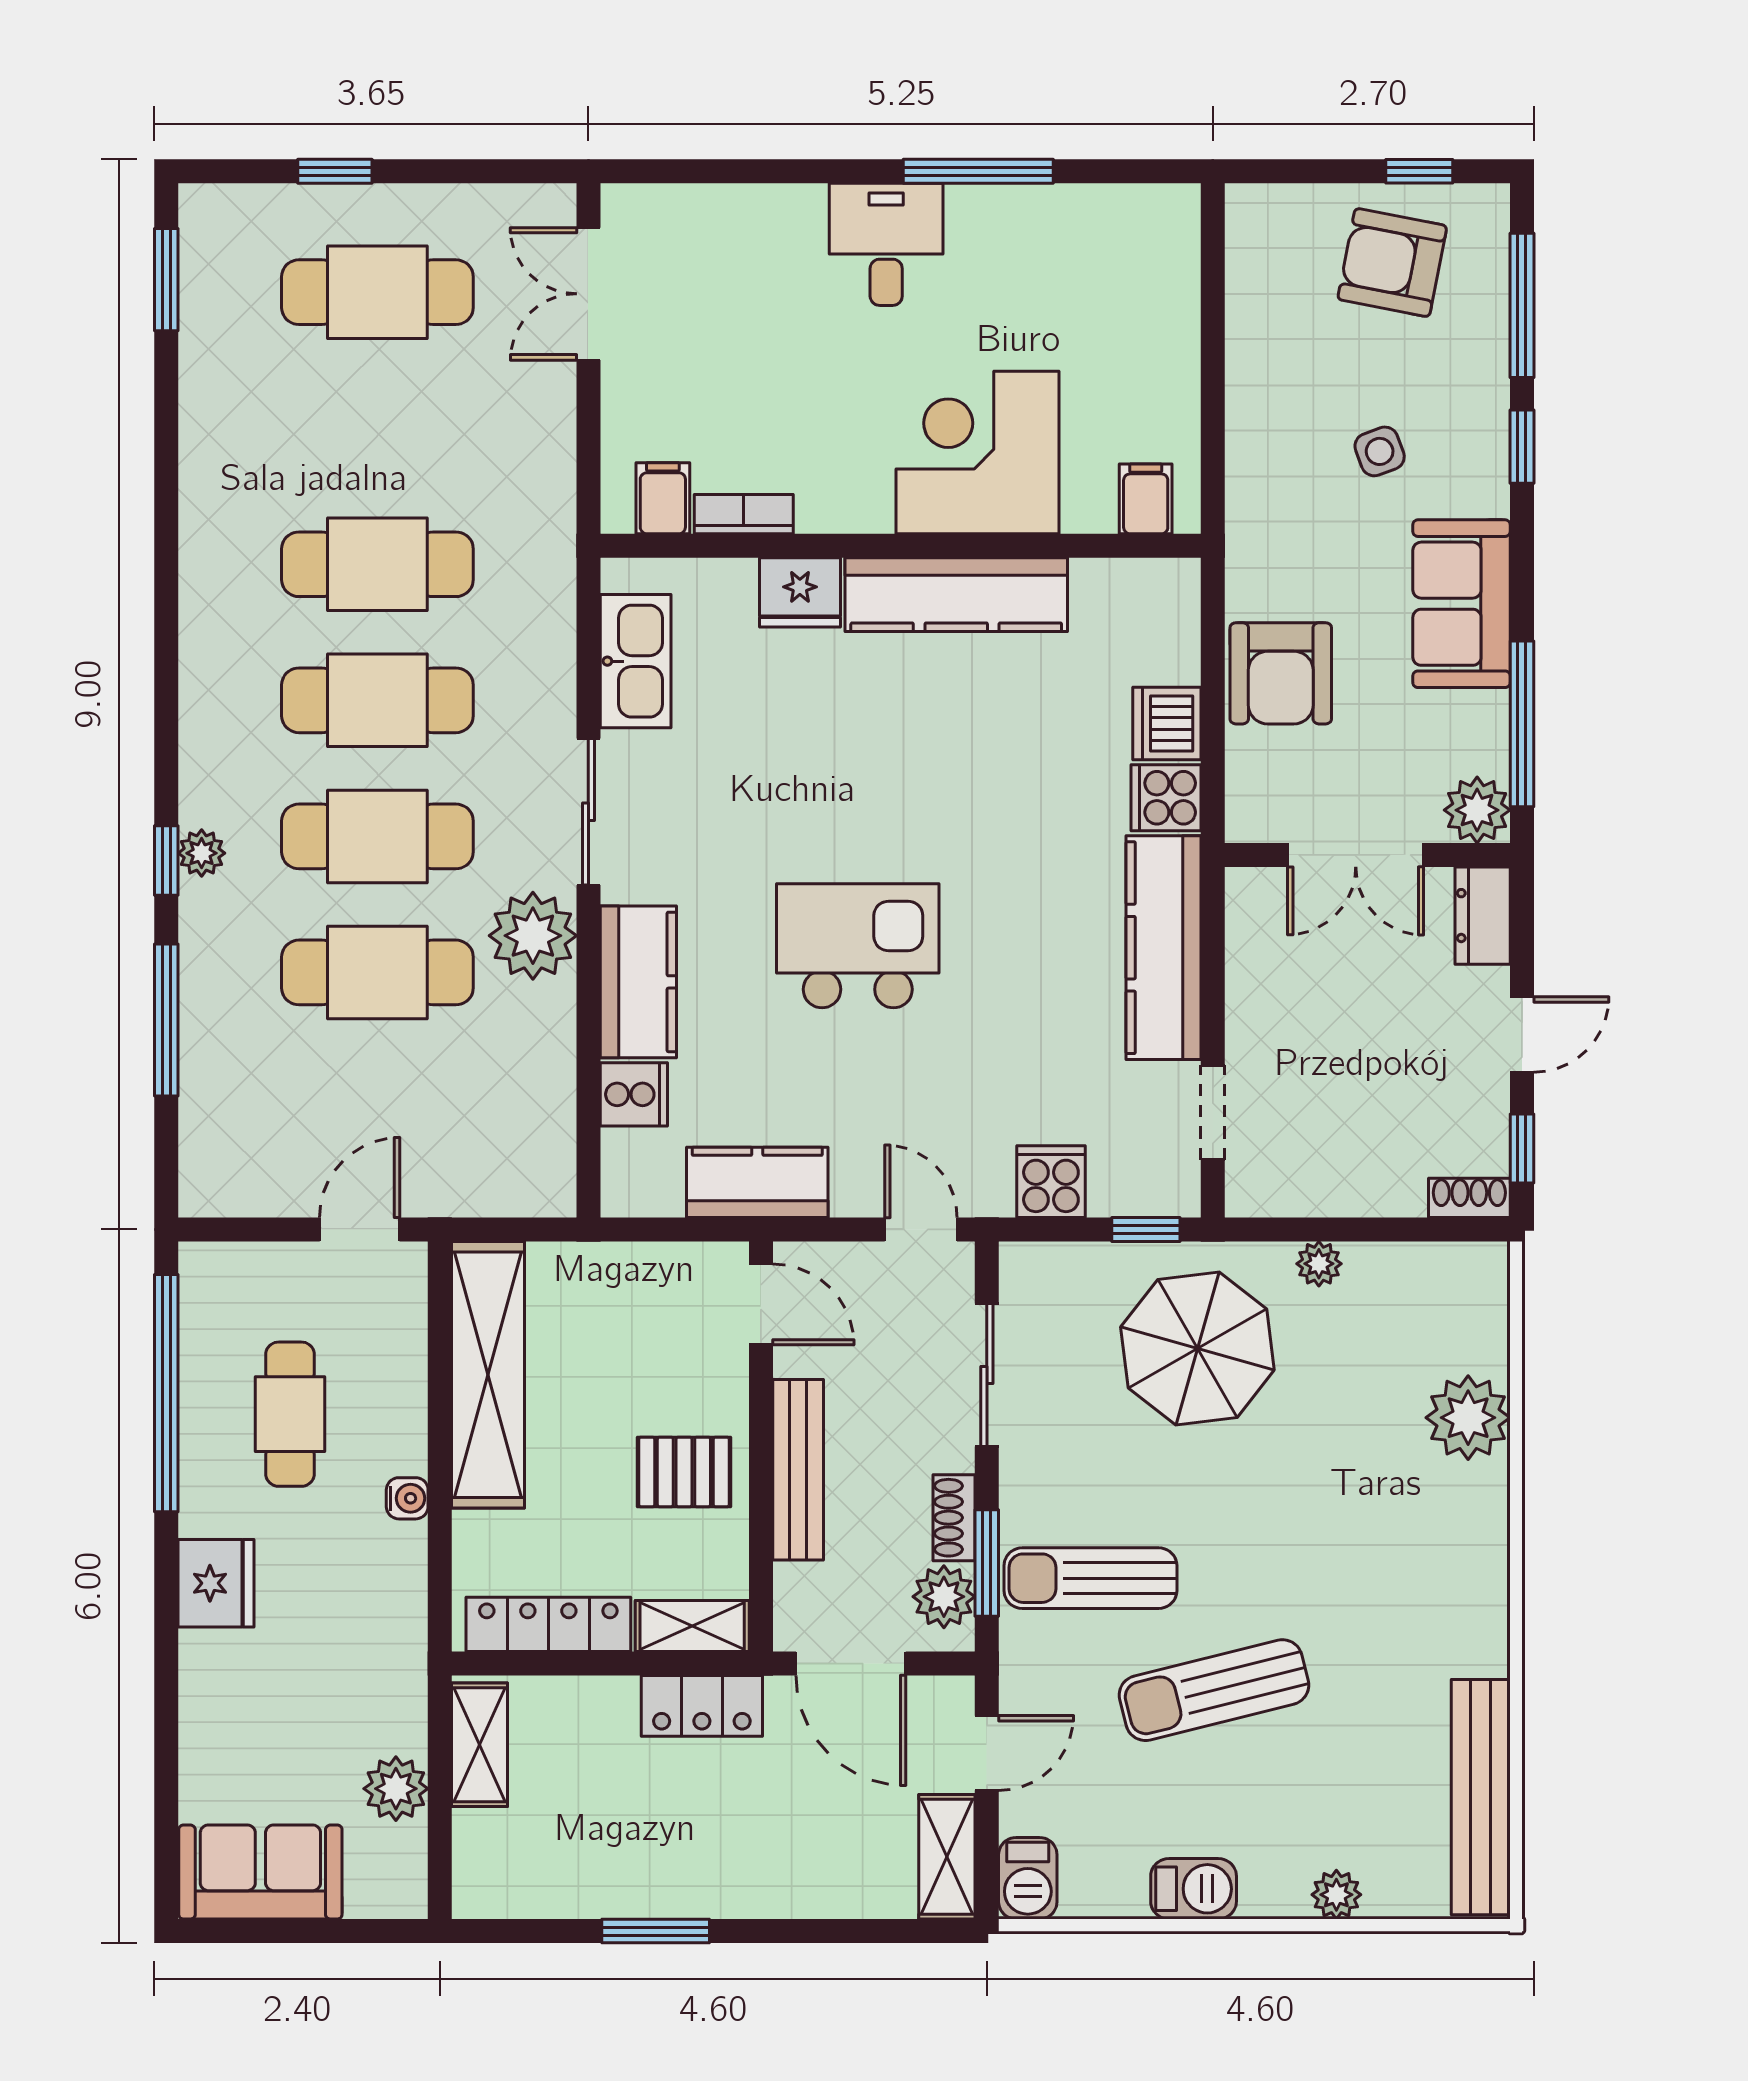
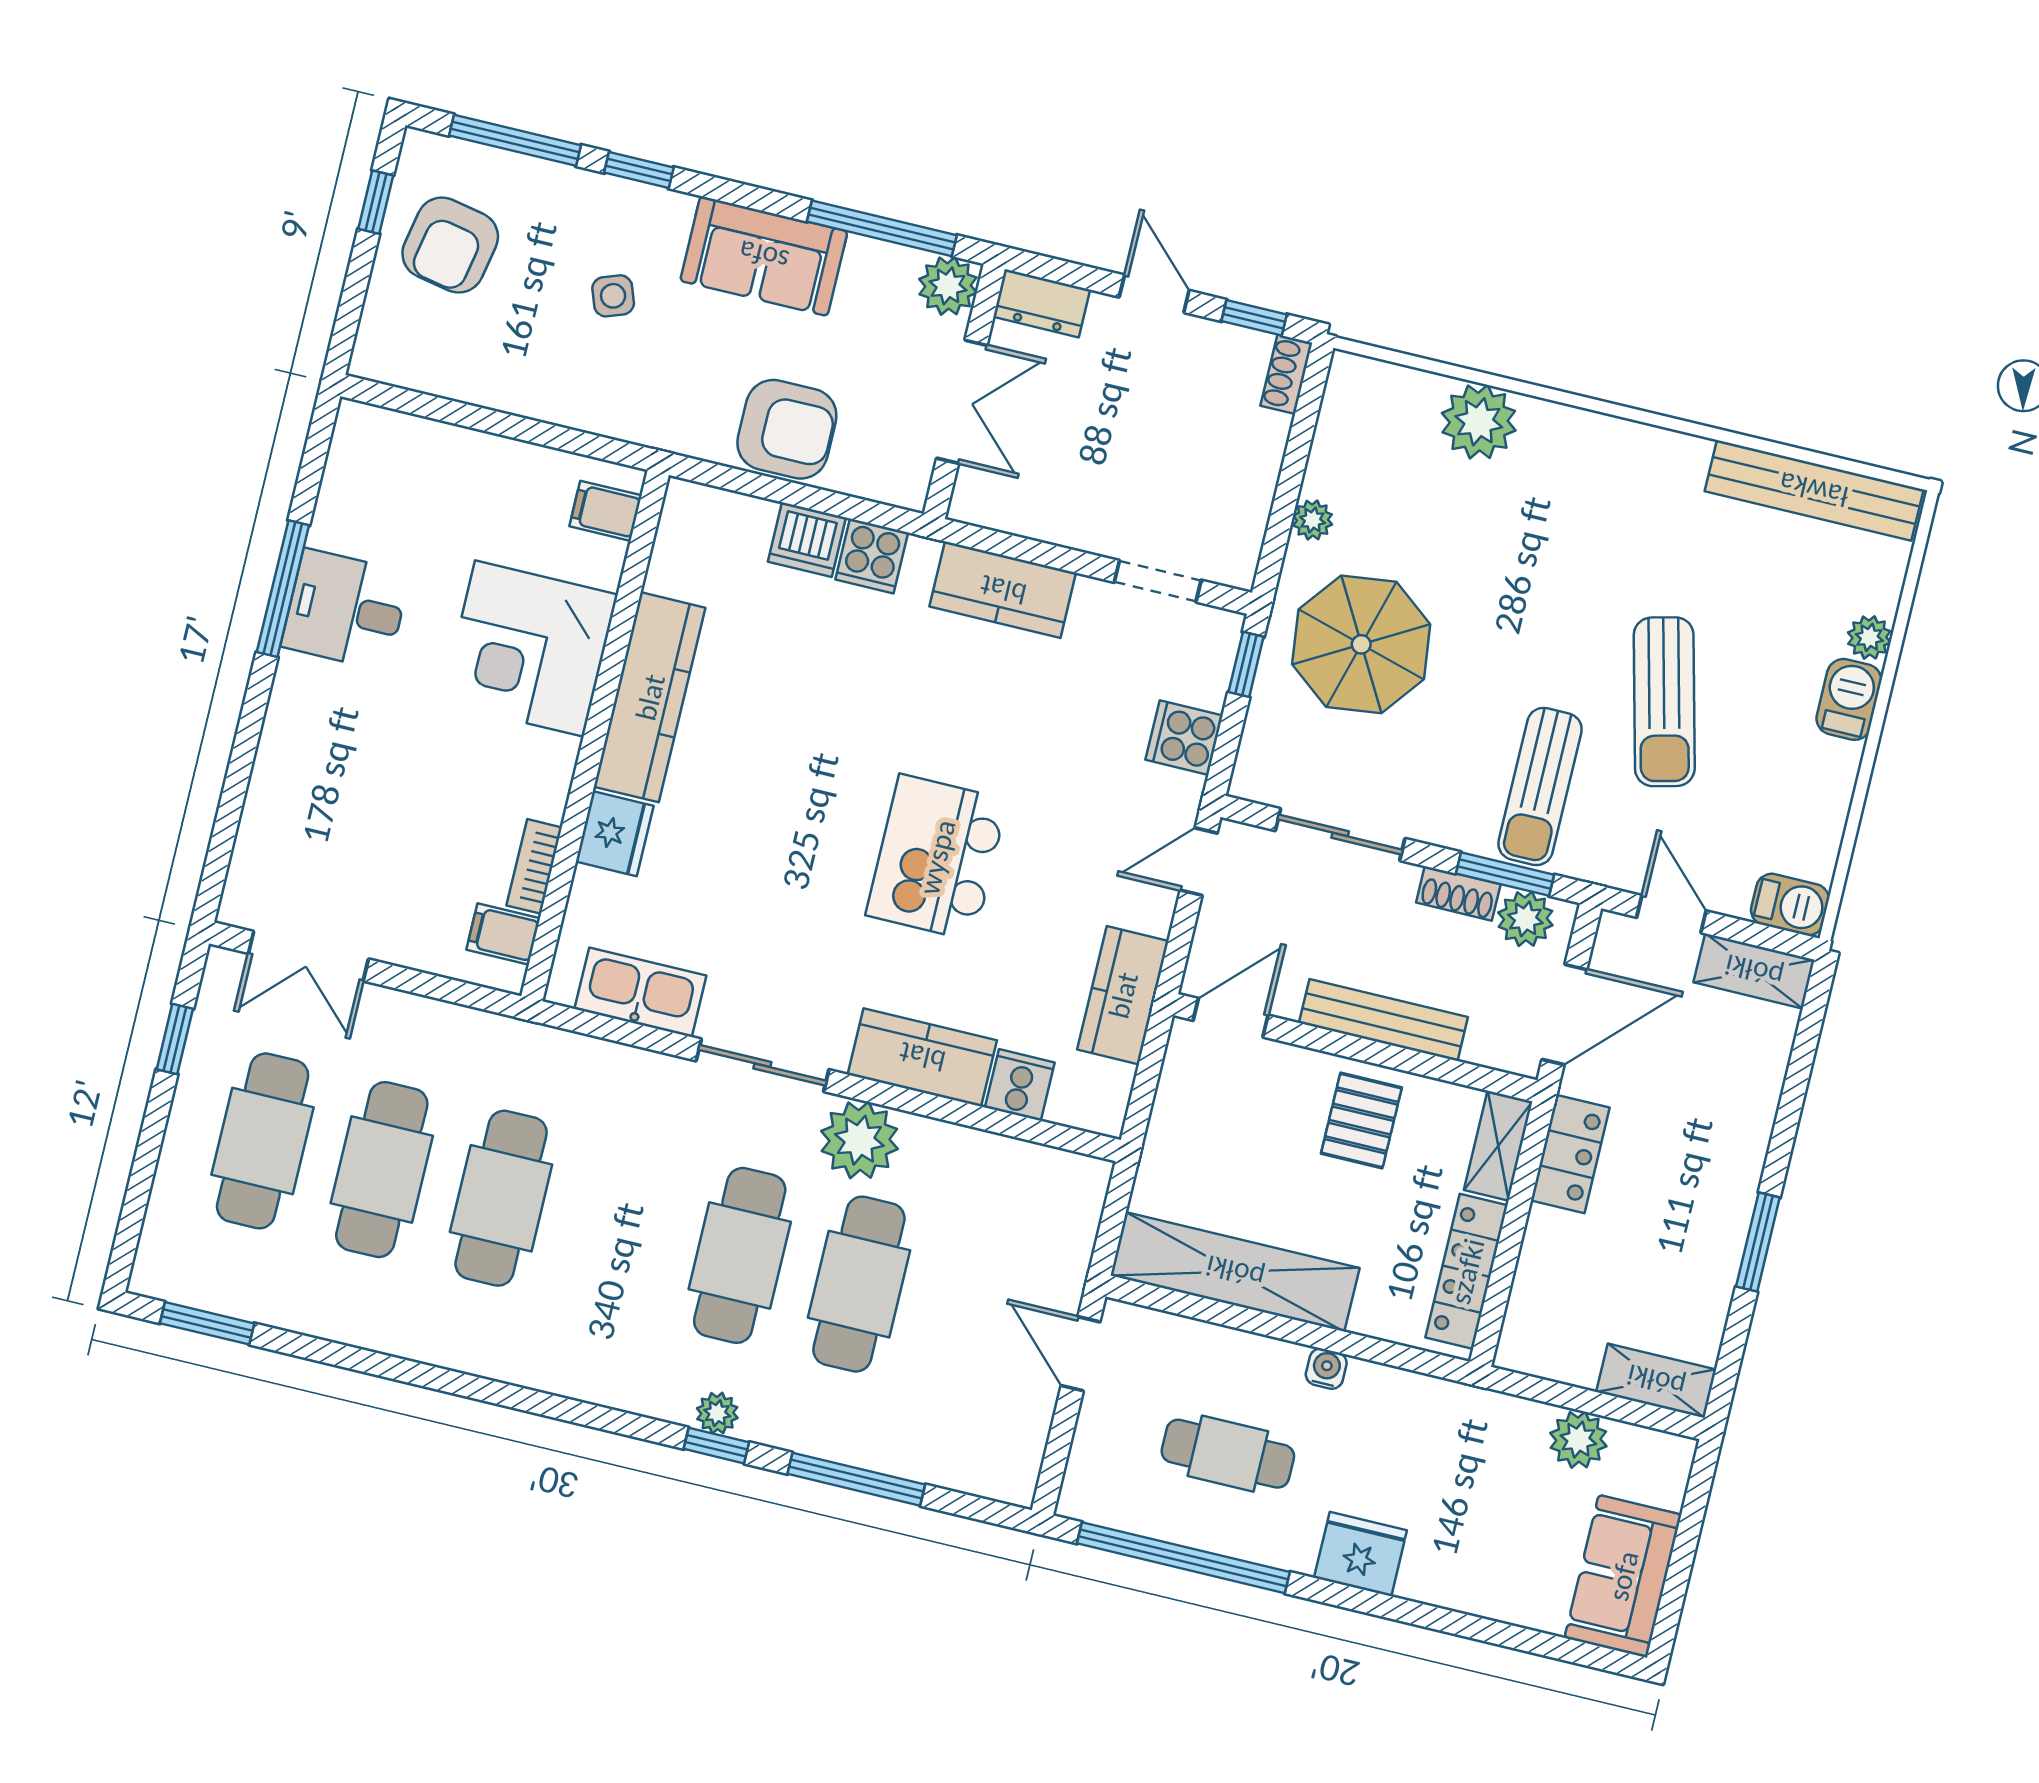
window: (335, 171) -> (175, 1039), moved
desk: (886, 244) -> (346, 610), moved
cafe table: (377, 700) -> (382, 1170), moved
kitchen counter: (1164, 948) -> (1003, 590), width x0.67
shelving: (480, 1745) -> (1656, 1381), moved
barbecue: (1194, 1889) -> (1849, 699), moved

